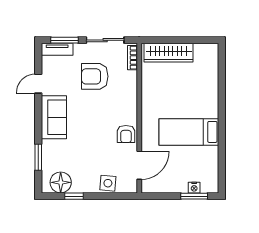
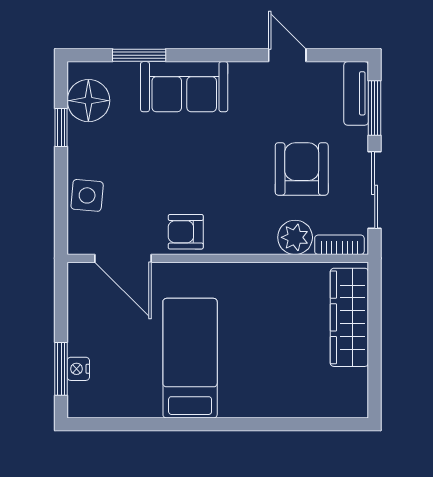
plant: (129, 80) -> (295, 237), added
sofa: (54, 117) -> (184, 87), moved

